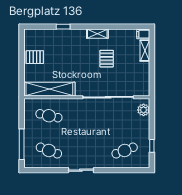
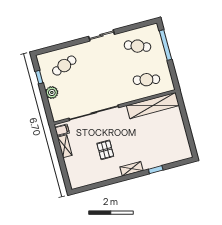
shelving: (97, 34) -> (131, 169), moved
filing cabinet: (143, 34) -> (62, 130), moved
shelving: (145, 51) -> (65, 146), moved
pallet: (35, 57) -> (175, 133), removed
plant: (144, 110) -> (52, 92), moved

